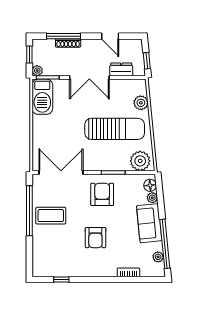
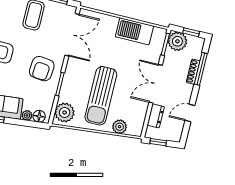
plant: (37, 71) -> (177, 41), width x1.87, depth x1.87
barbecue: (42, 97) -> (134, 31), moved
armchair: (102, 194) -> (42, 69), turned 95

